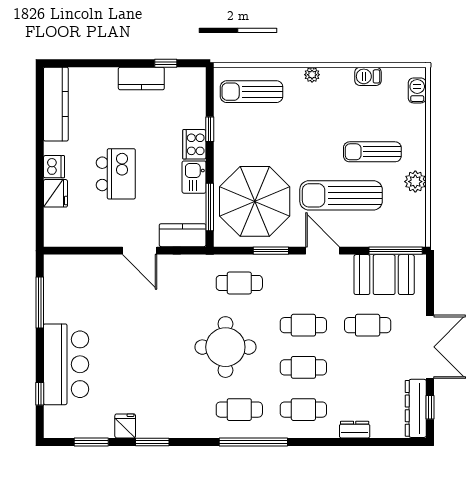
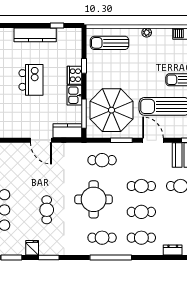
kitchen counter: (141, 78) -> (35, 35), width x1.50
kitchen island: (116, 174) -> (31, 80), moved
cafe table: (149, 364) -> (47, 210), added

